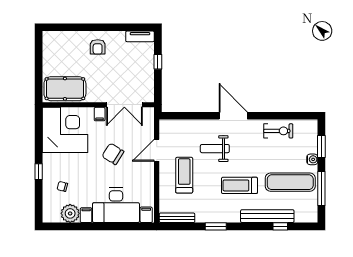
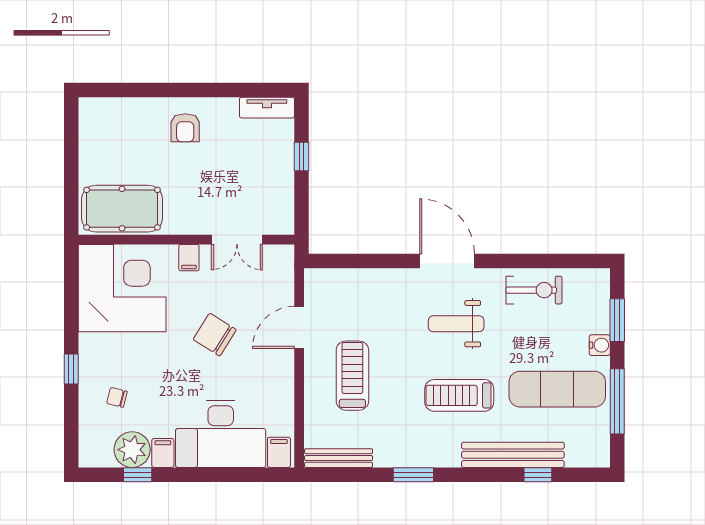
double door: (124, 105) -> (237, 240), width x0.73
weight bench: (215, 149) -> (456, 324), moved
window: (73, 226) -> (138, 475), added

